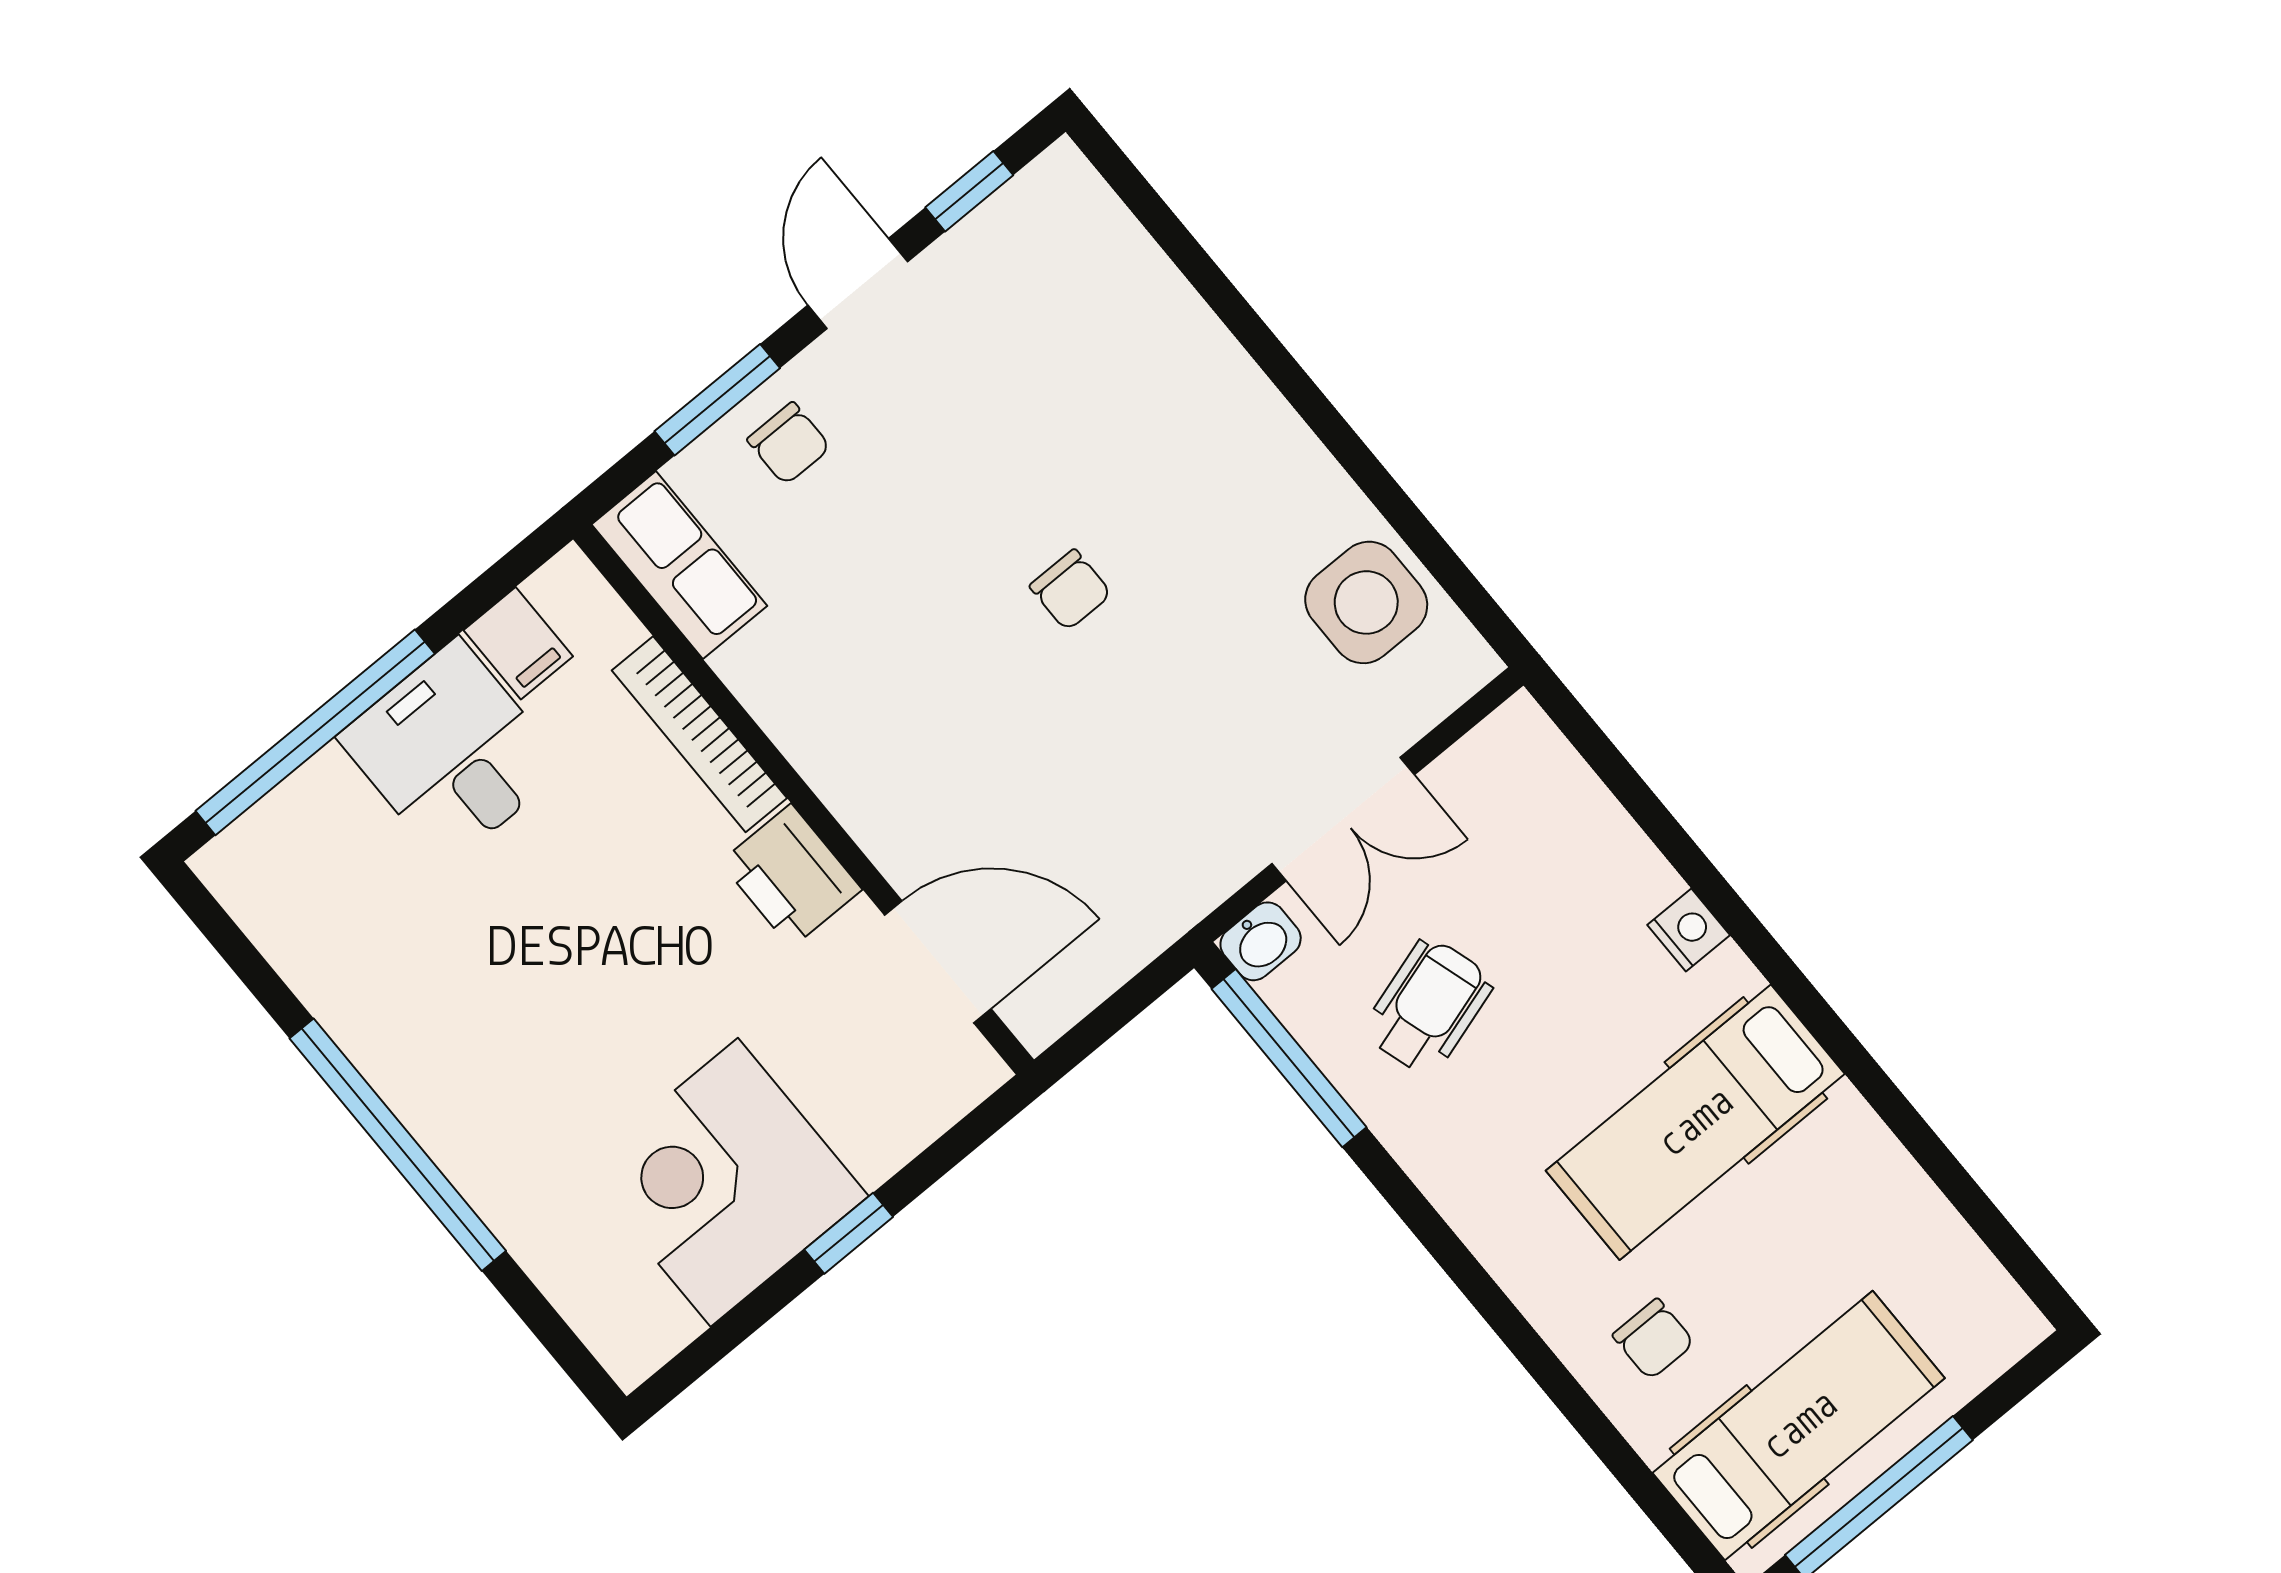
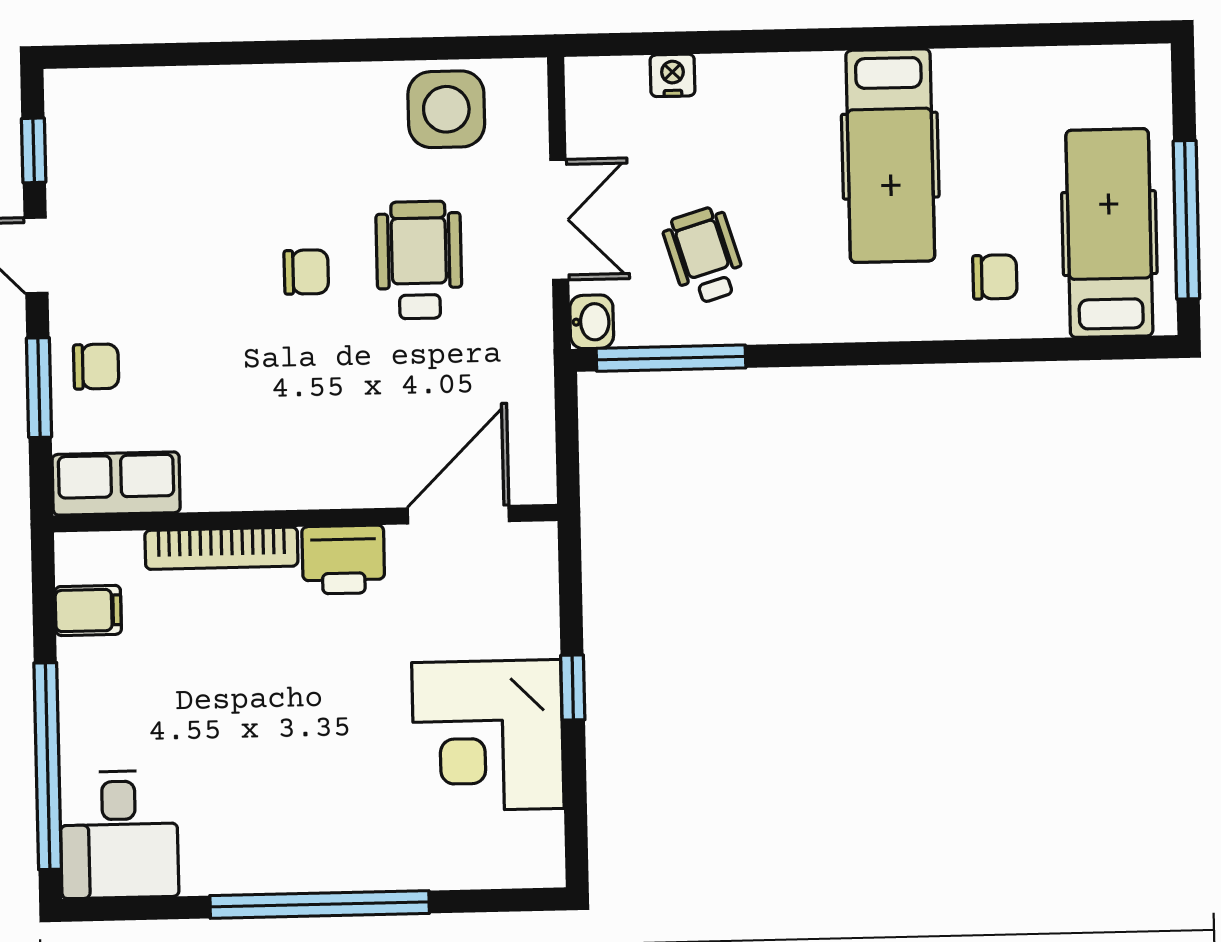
wheelchair: (1180, 702) -> (419, 260), added
desk: (452, 752) -> (119, 834), moved, turned -90
nightstand: (1689, 930) -> (673, 75), moved

